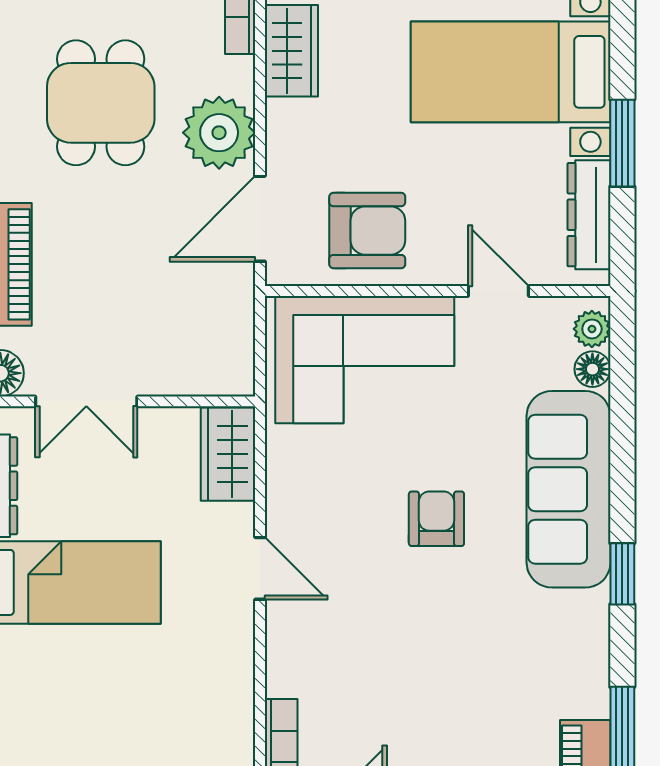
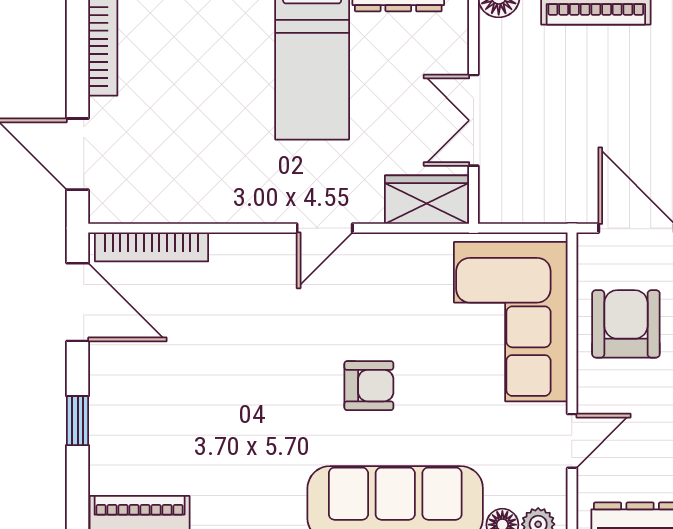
armchair: (367, 231) -> (626, 324), turned 180
double door: (86, 401) -> (474, 120), moved

